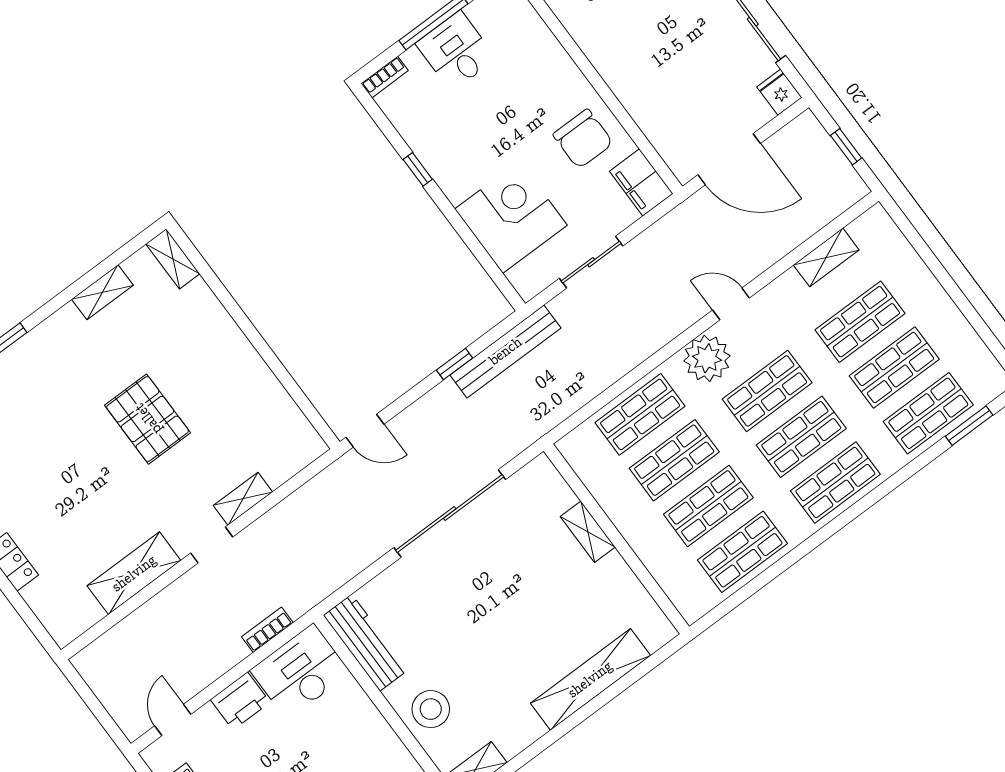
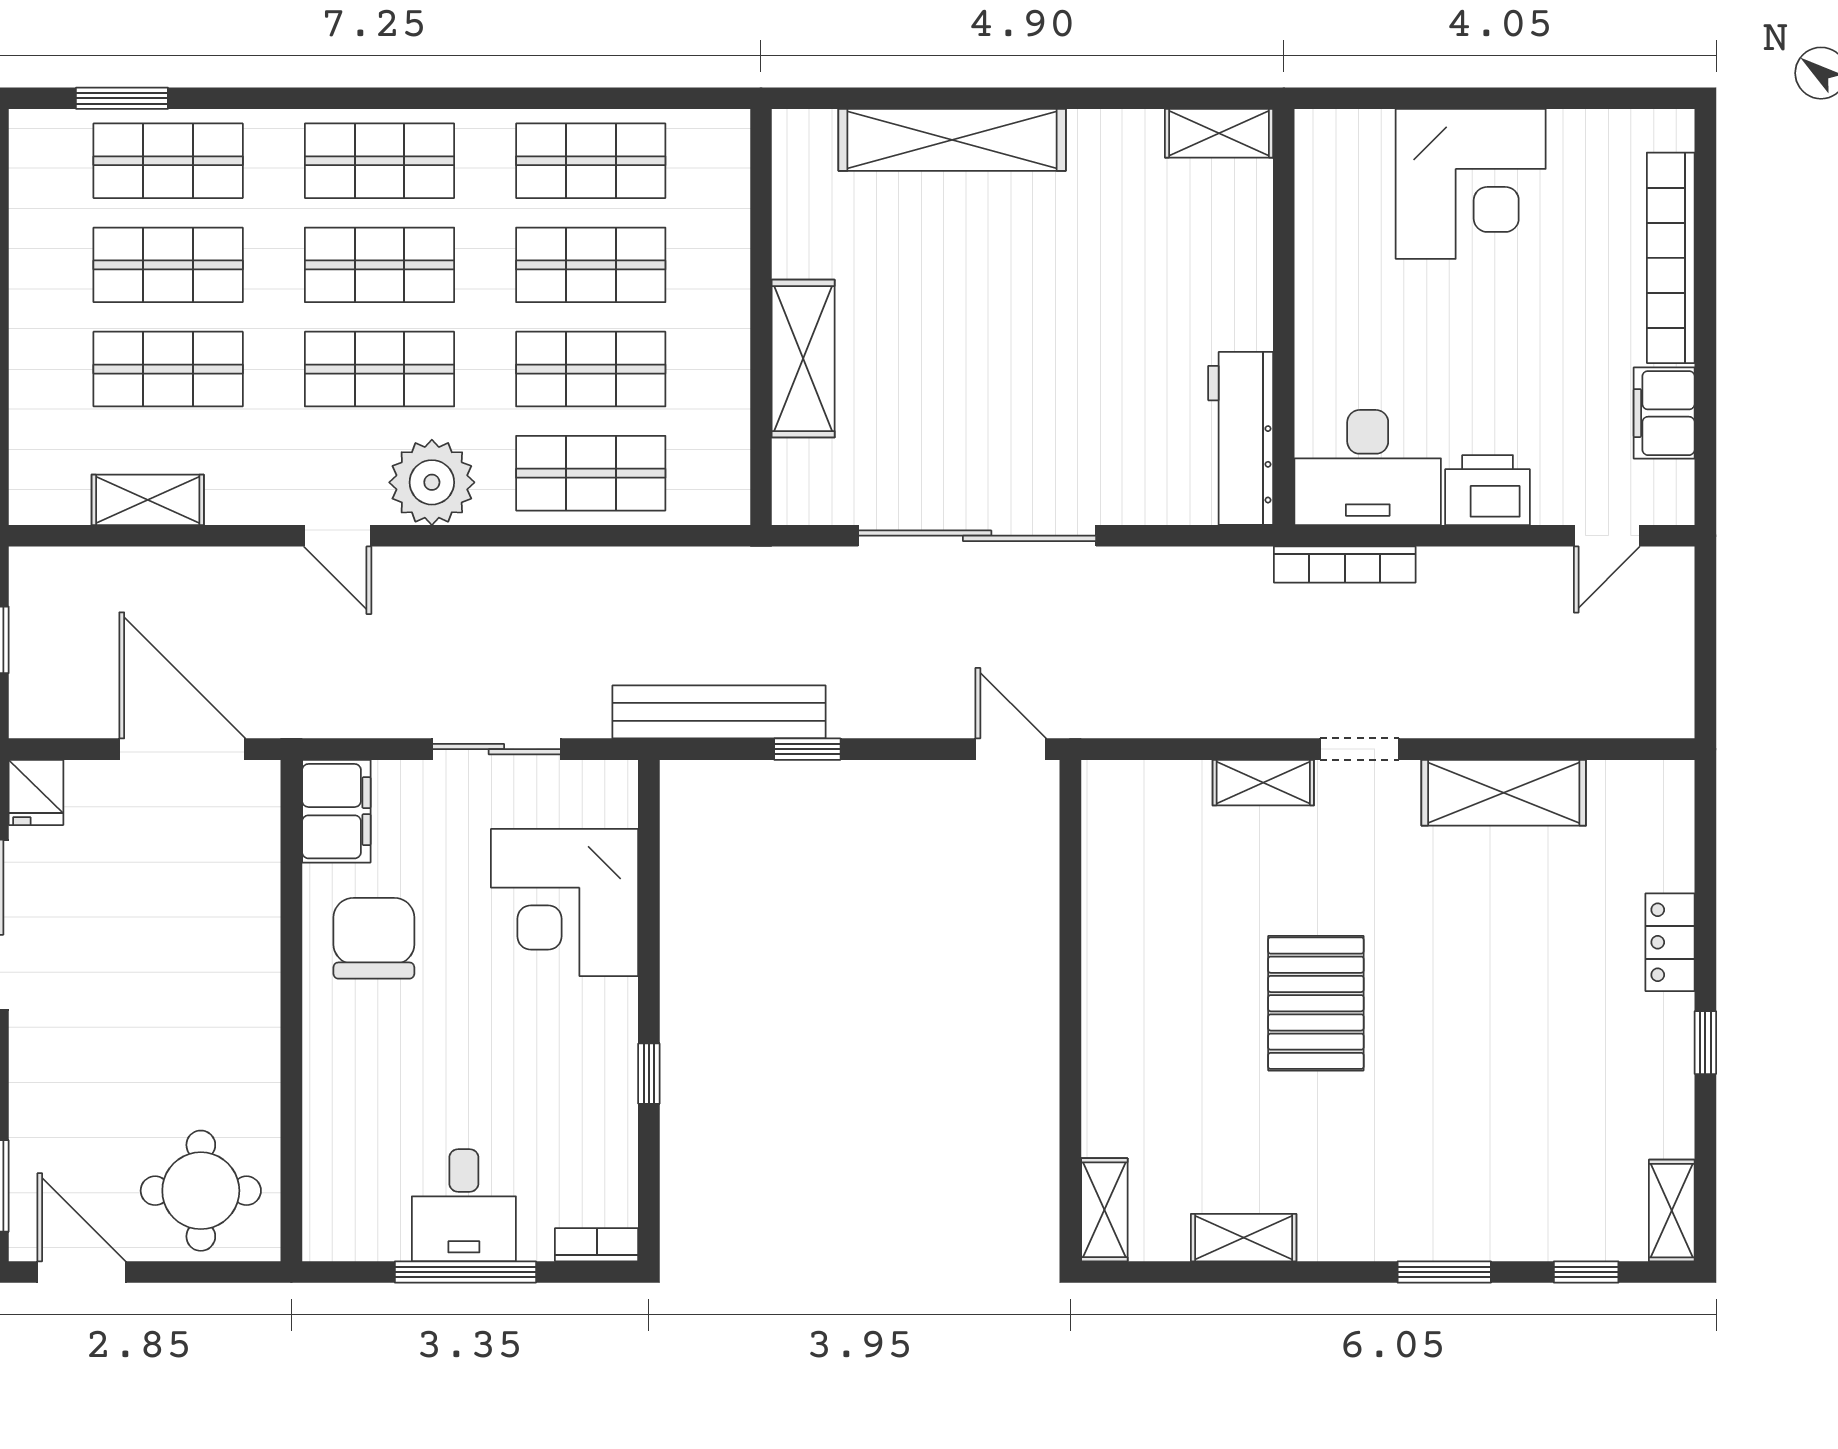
shelving: (588, 532) -> (803, 359), width x1.50, depth x1.33
bookcase: (267, 630) -> (1345, 565), width x1.56
stool: (431, 709) -> (1218, 271), removed

